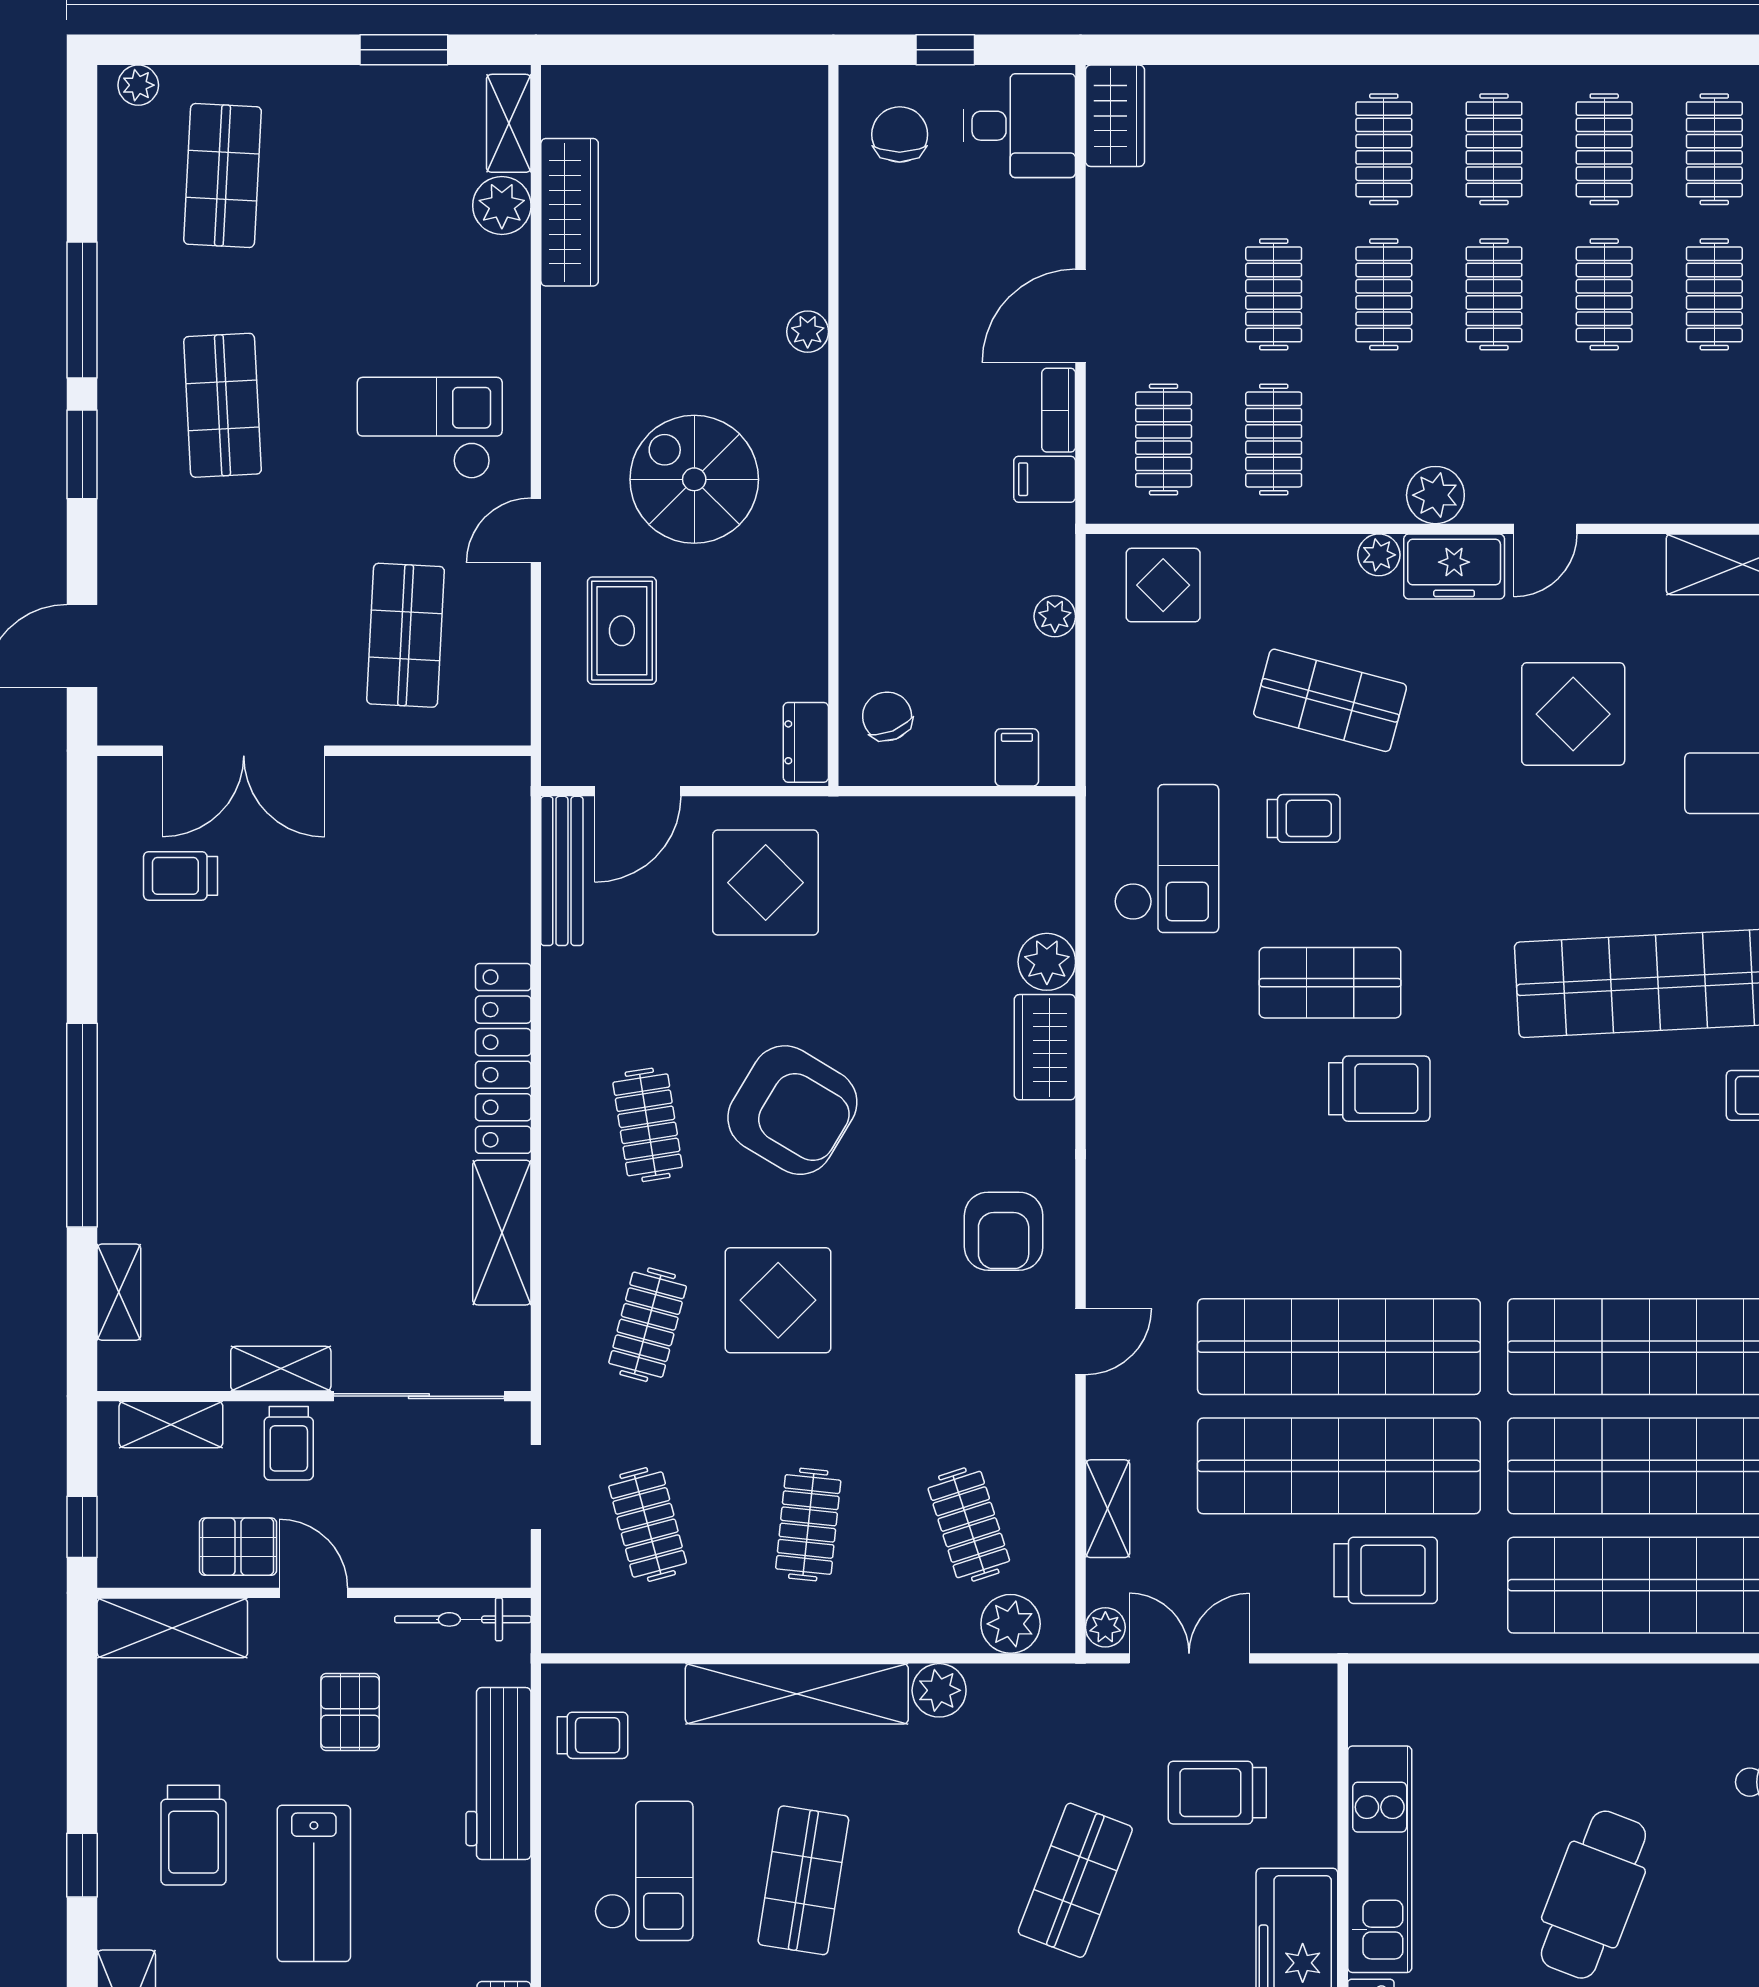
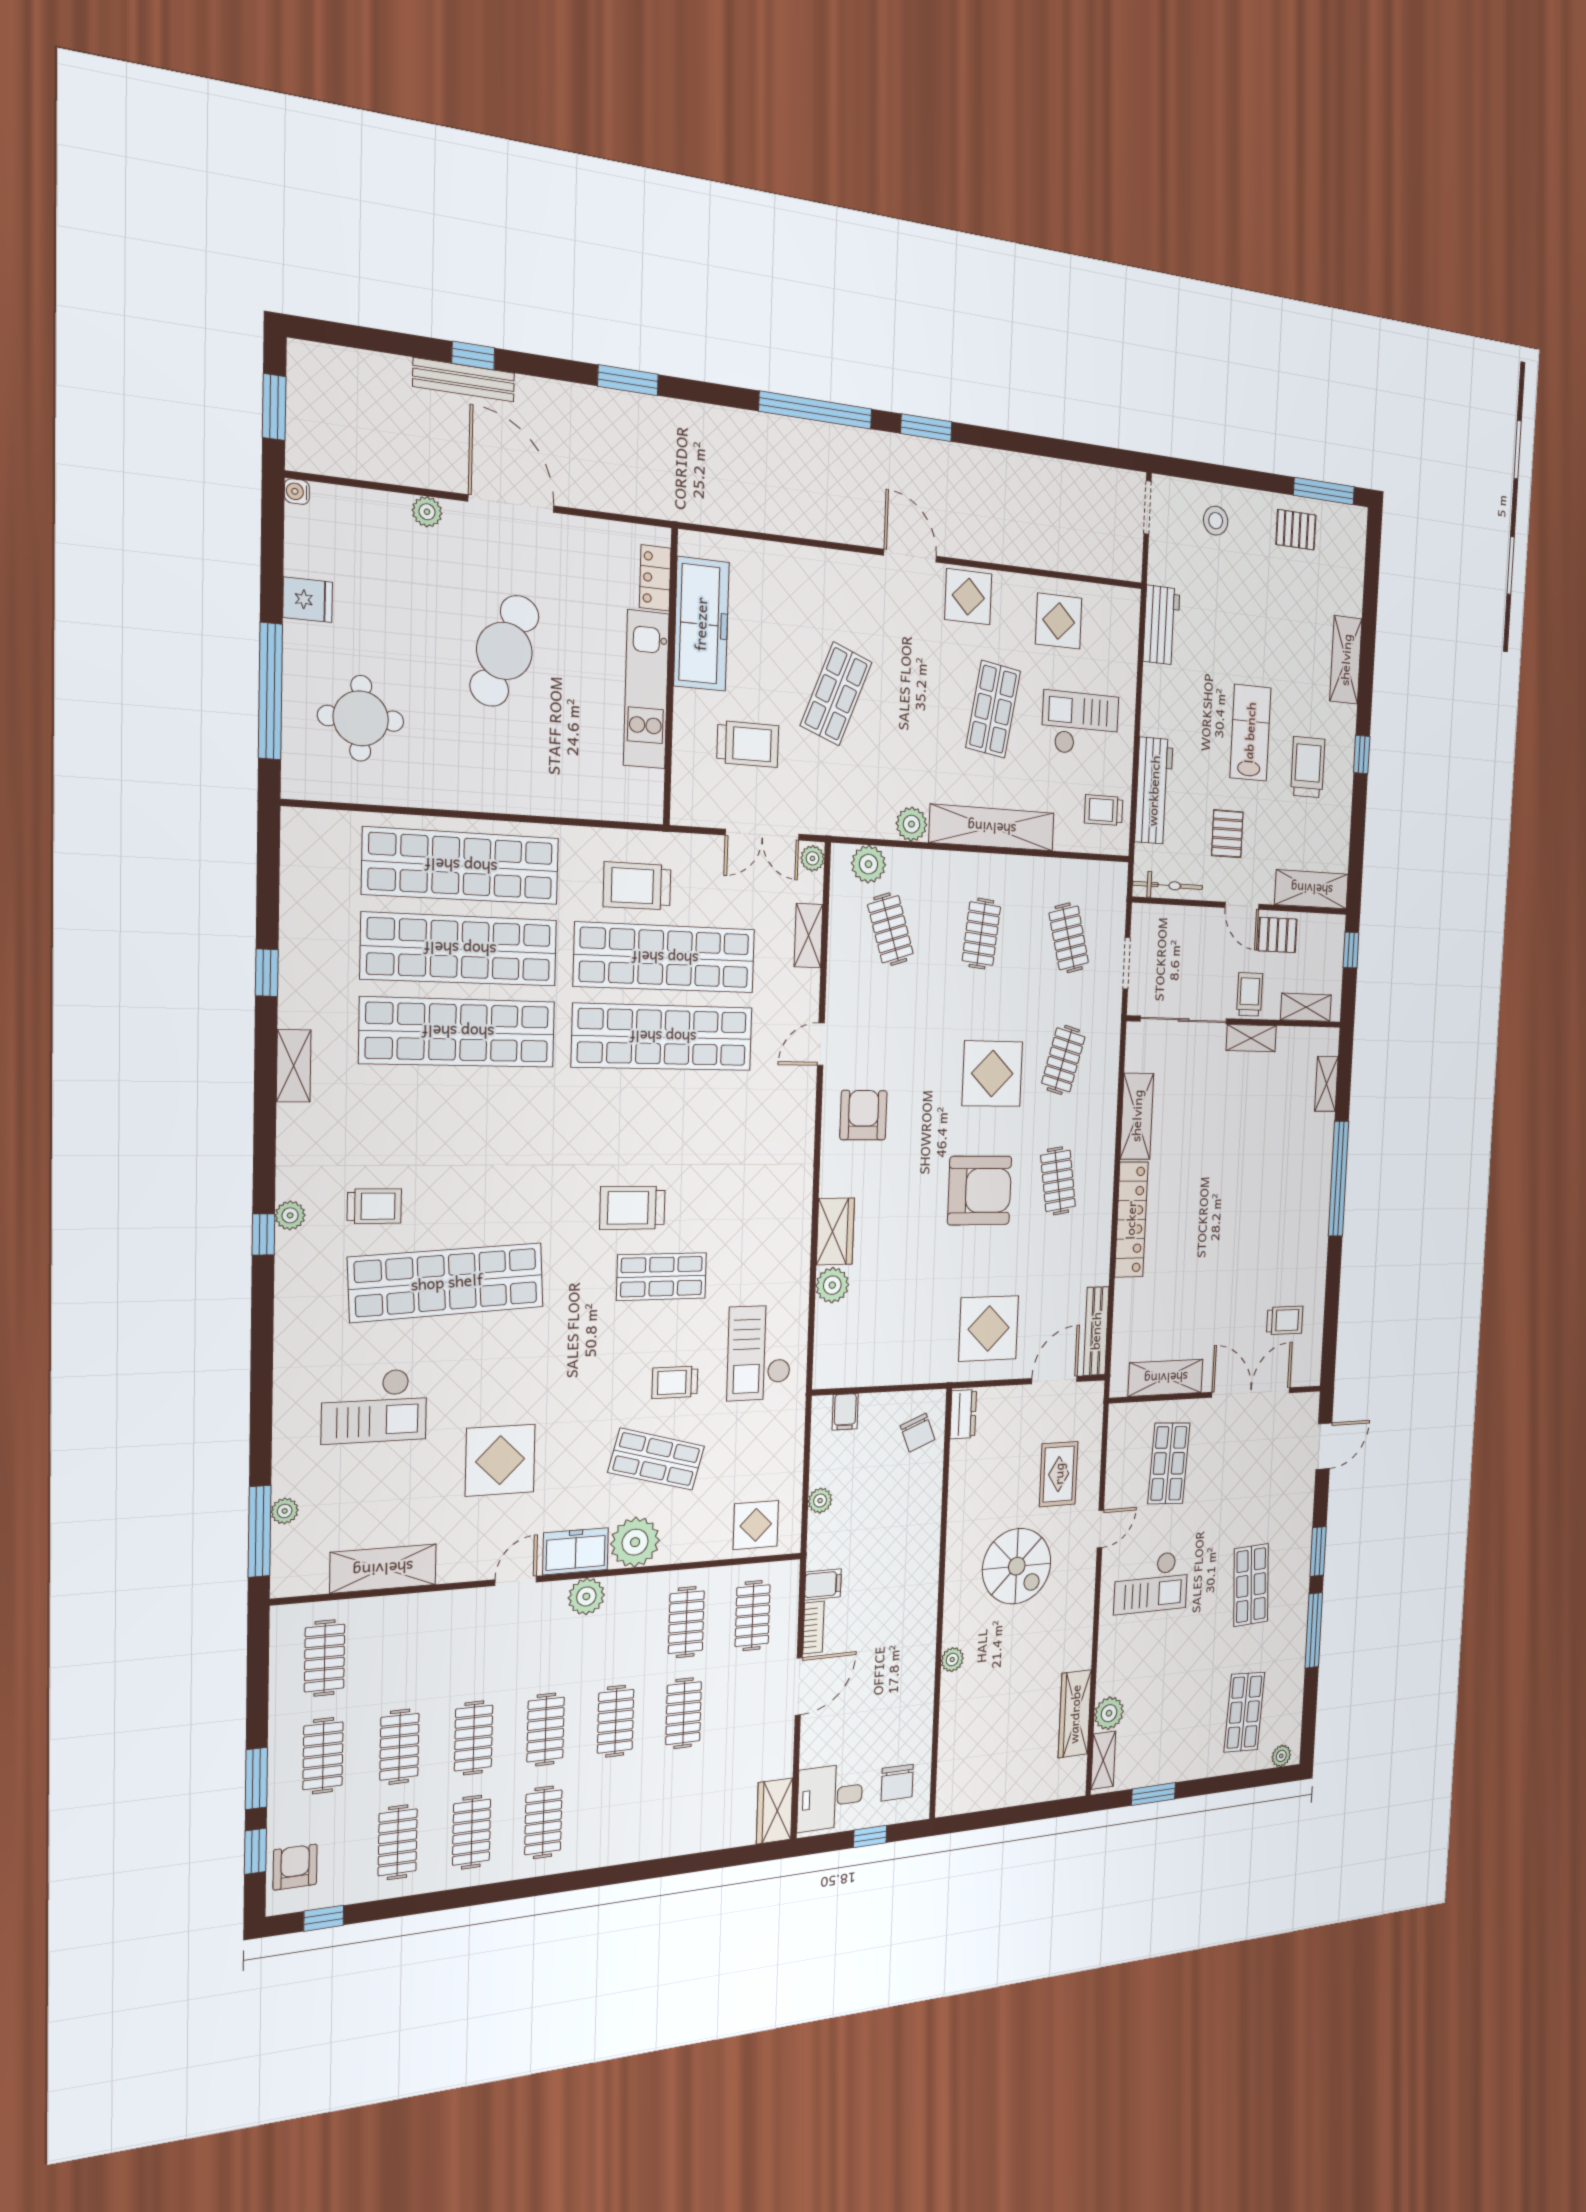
clothes rail: (1384, 149) -> (613, 1813), removed
plant: (1379, 555) -> (635, 1542), width x1.88, depth x1.88
shelving: (420, 785) -> (1166, 1378), added
armchair: (792, 1110) -> (980, 1190), turned 149
checkout: (644, 1871) -> (1080, 724), turned 90

